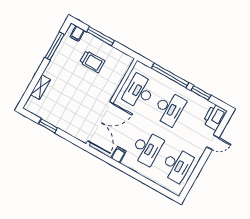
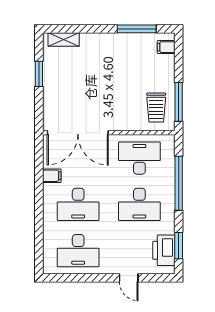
window: (101, 36) -> (179, 102), moved
trolley: (92, 62) -> (156, 108), moved
shelving: (41, 87) -> (64, 40), moved
window: (201, 93) -> (179, 246), moved
printer: (215, 117) -> (164, 250), moved, turned -90

